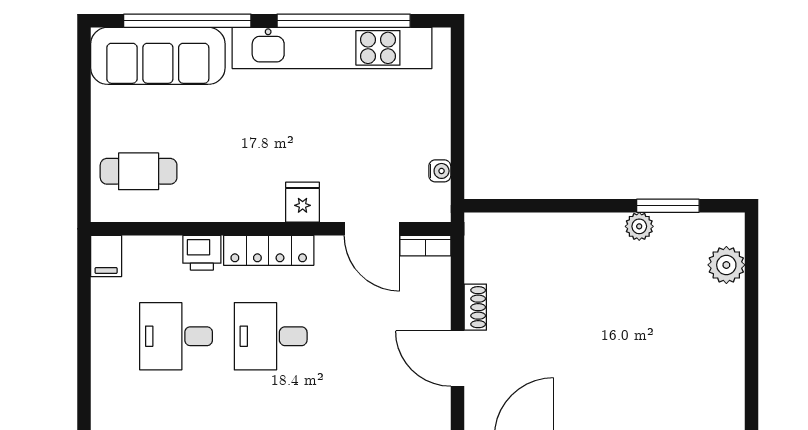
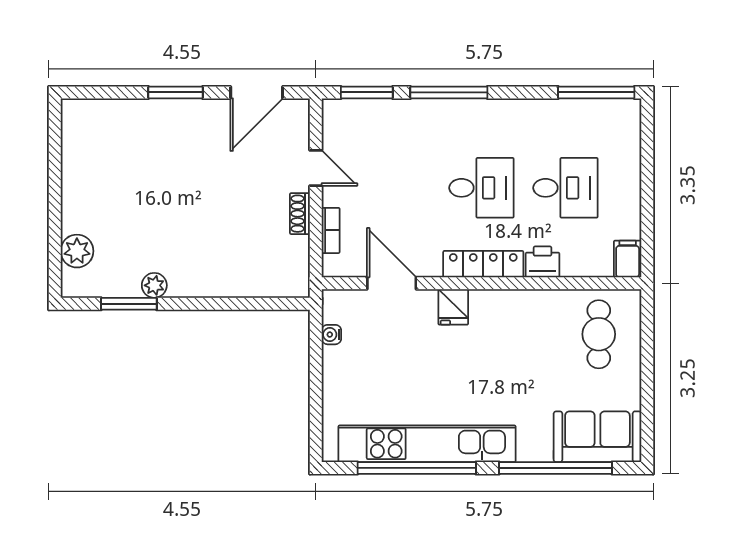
sofa: (158, 56) -> (597, 437), width x0.73
cafe table: (139, 171) -> (599, 334), turned 90
bookcase: (425, 246) -> (331, 230), moved, turned 90
door: (457, 359) -> (316, 168), width x0.73

